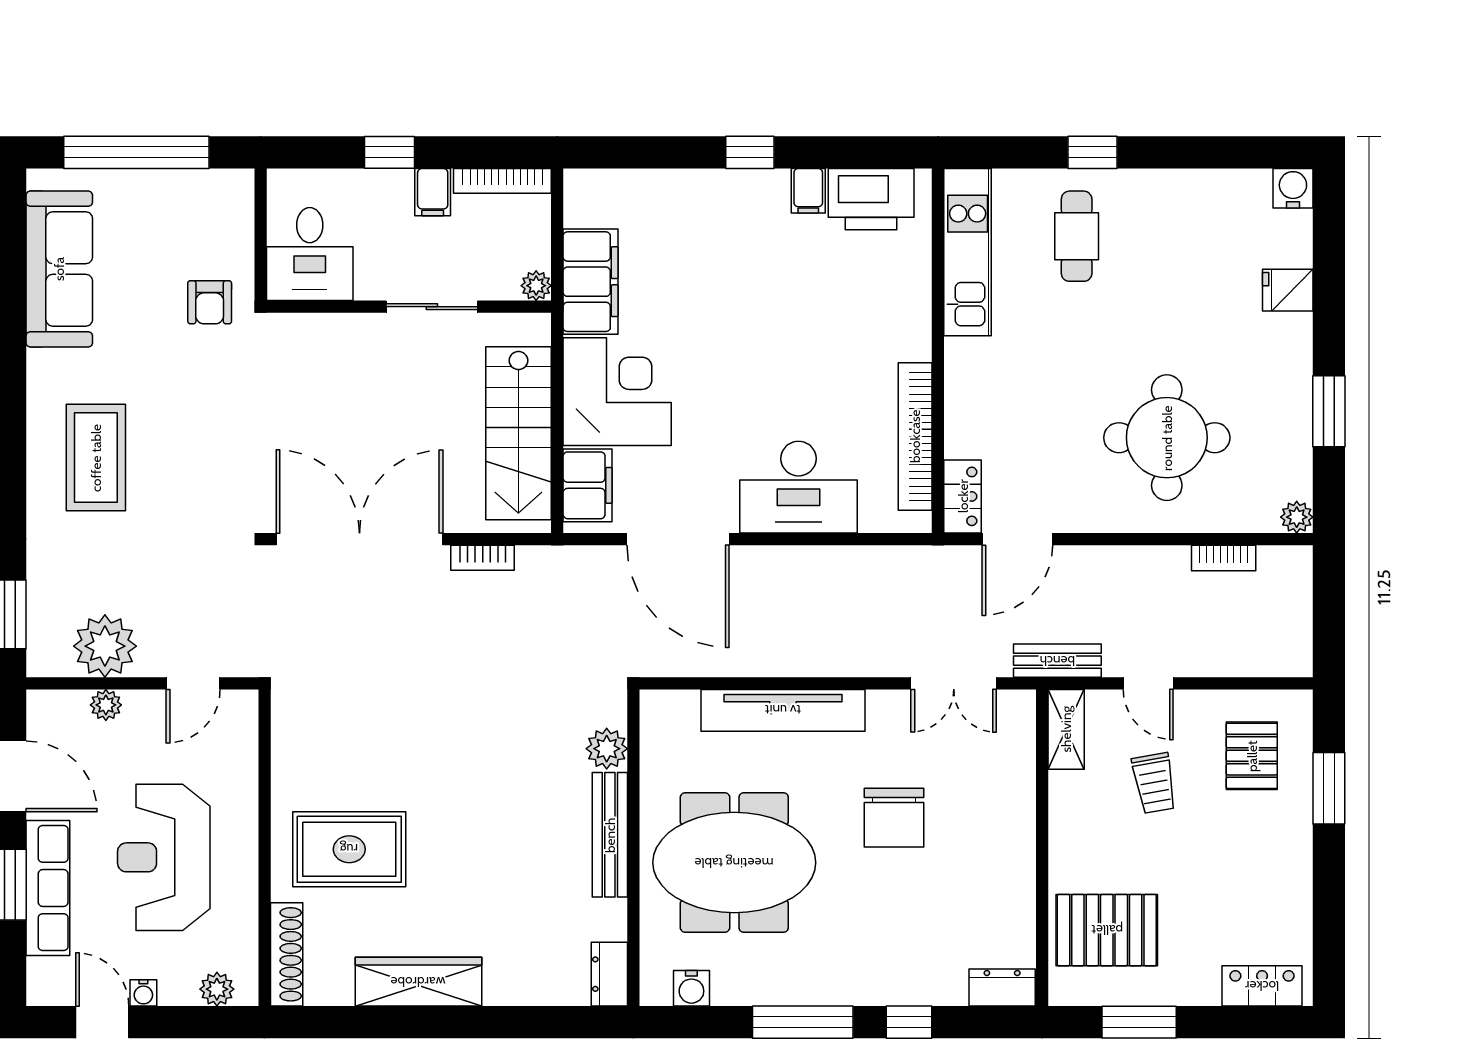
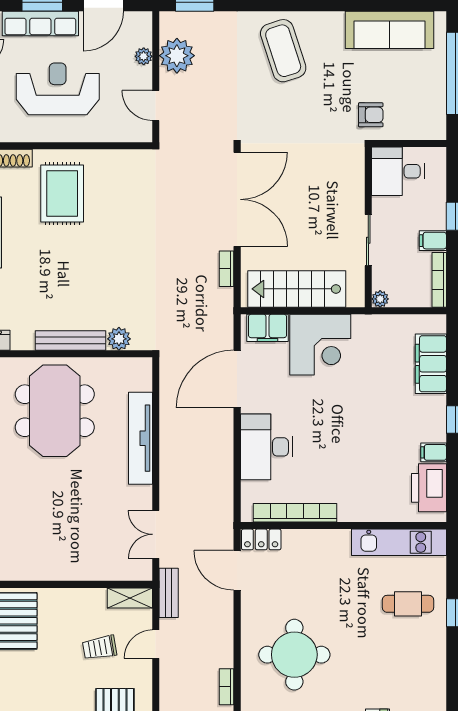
filing cabinet: (591, 282) -> (431, 364), moved, turned 90
armchair: (210, 302) -> (371, 115), turned 180
coffee table: (96, 458) -> (283, 51), turned 72
chair: (894, 818) -> (80, 501), removed

